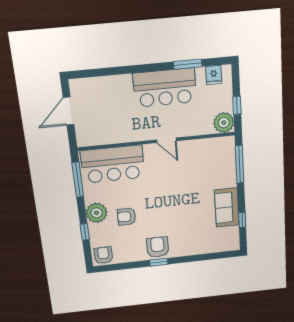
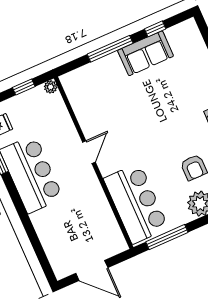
plant: (224, 123) -> (51, 87), width x0.53, depth x0.53
window: (240, 164) -> (110, 49), moved

